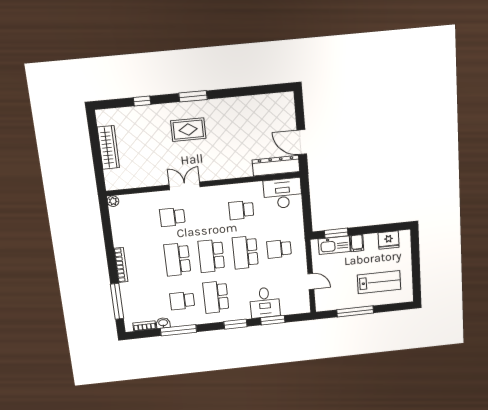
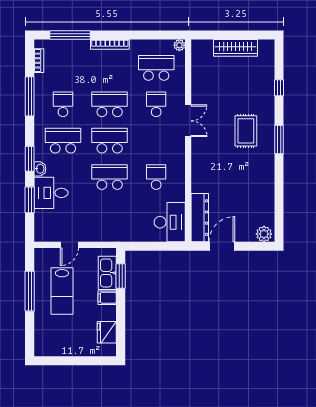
plant: (287, 102) -> (264, 234), added
school desk: (279, 249) -> (156, 68), moved, width x1.85
lab bench: (379, 282) -> (62, 291), moved
washbasin: (163, 323) -> (40, 169), moved

